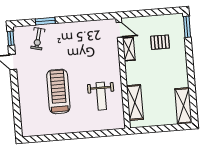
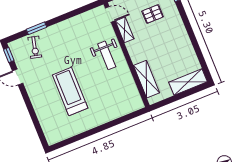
weight bench: (101, 96) -> (107, 55), moved
shelving: (183, 106) -> (188, 82), moved, turned 90

